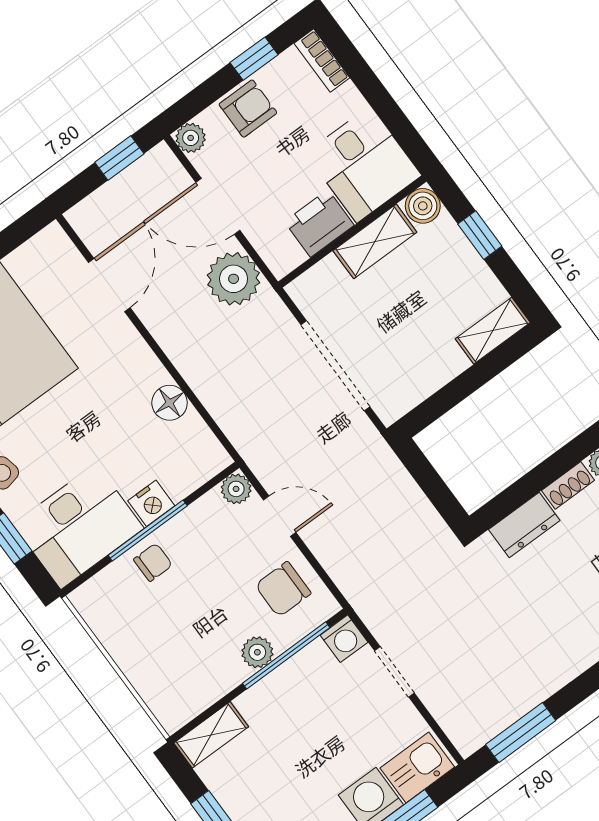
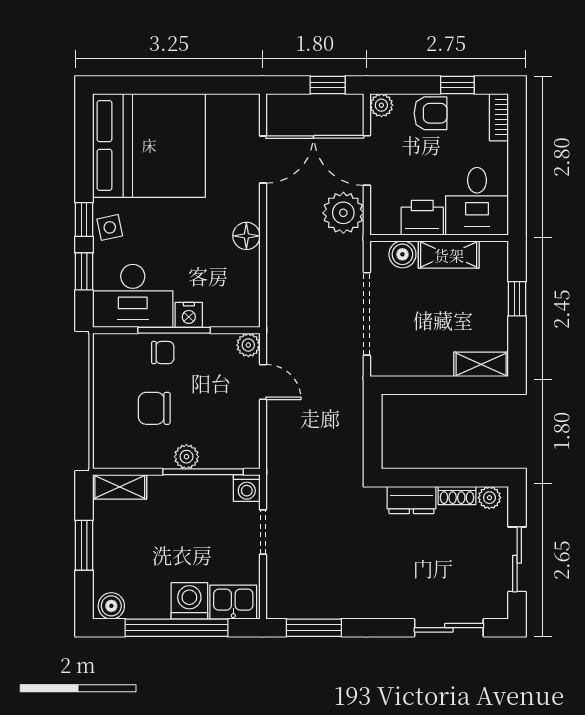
boiler: (423, 206) -> (402, 254), moved
floor lamp: (170, 403) -> (246, 236), moved
chair: (283, 589) -> (154, 408), moved

